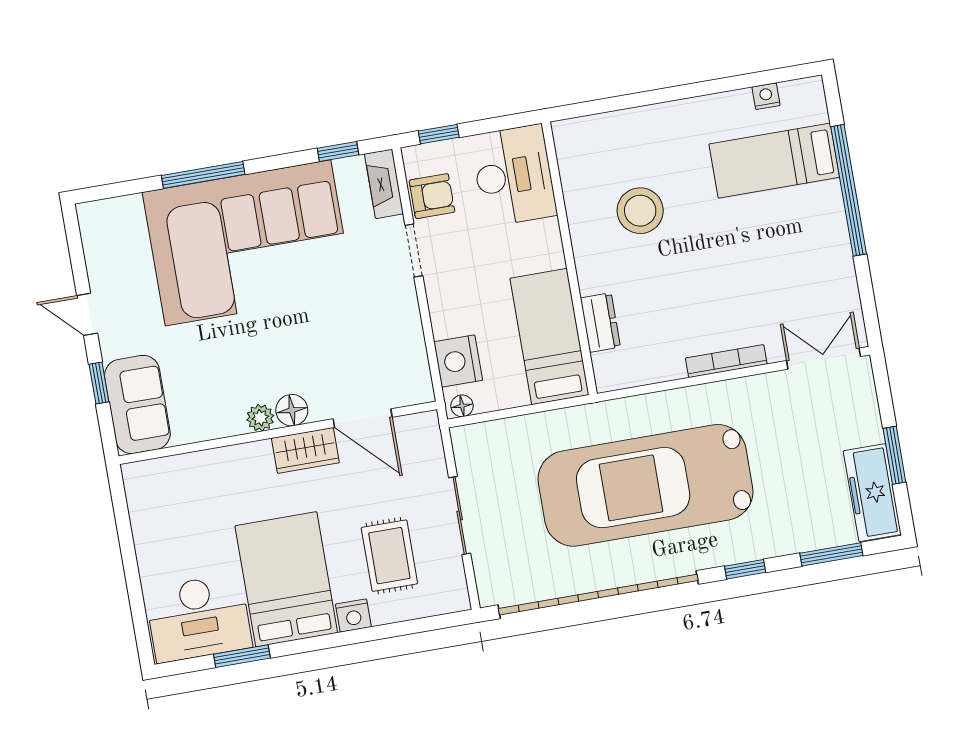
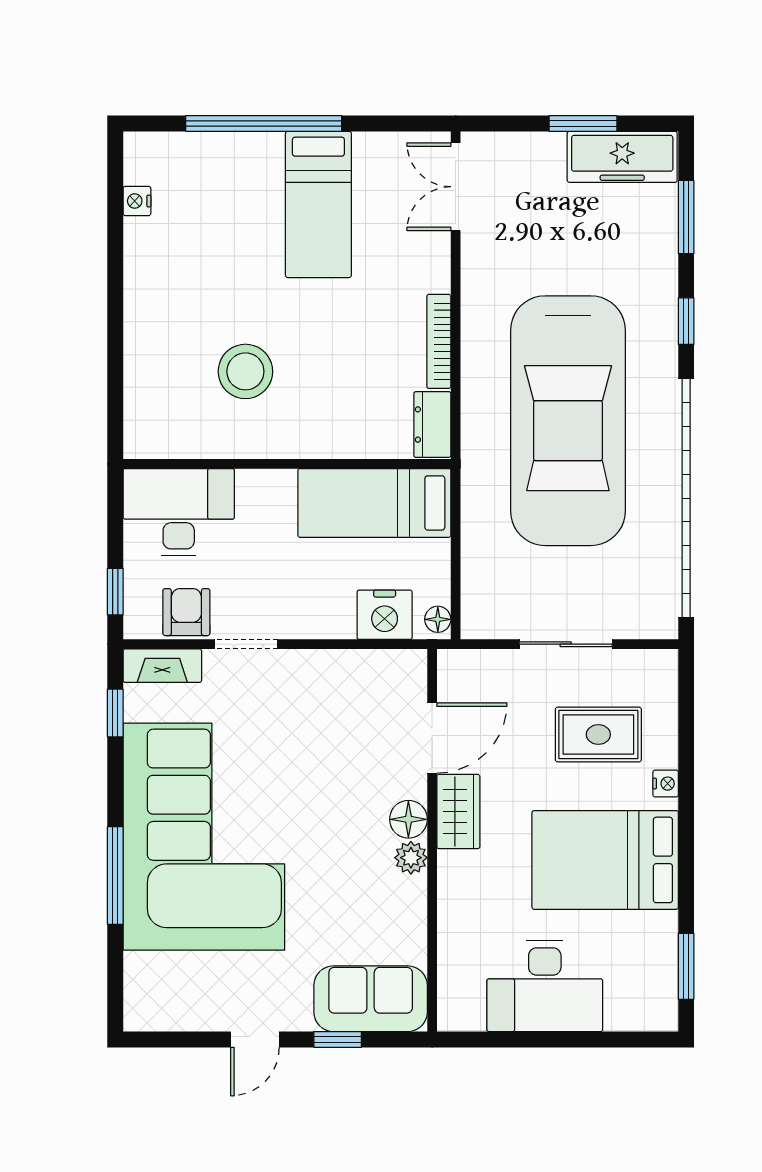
bed: (774, 161) -> (318, 204), moved
dresser: (600, 323) -> (432, 425), moved, turned -90
bookcase: (726, 361) -> (439, 341), moved
nightstand: (353, 616) -> (666, 784), width x0.72, depth x0.74
desk: (199, 618) -> (545, 986), moved, turned 90
window: (242, 656) -> (686, 966), moved

